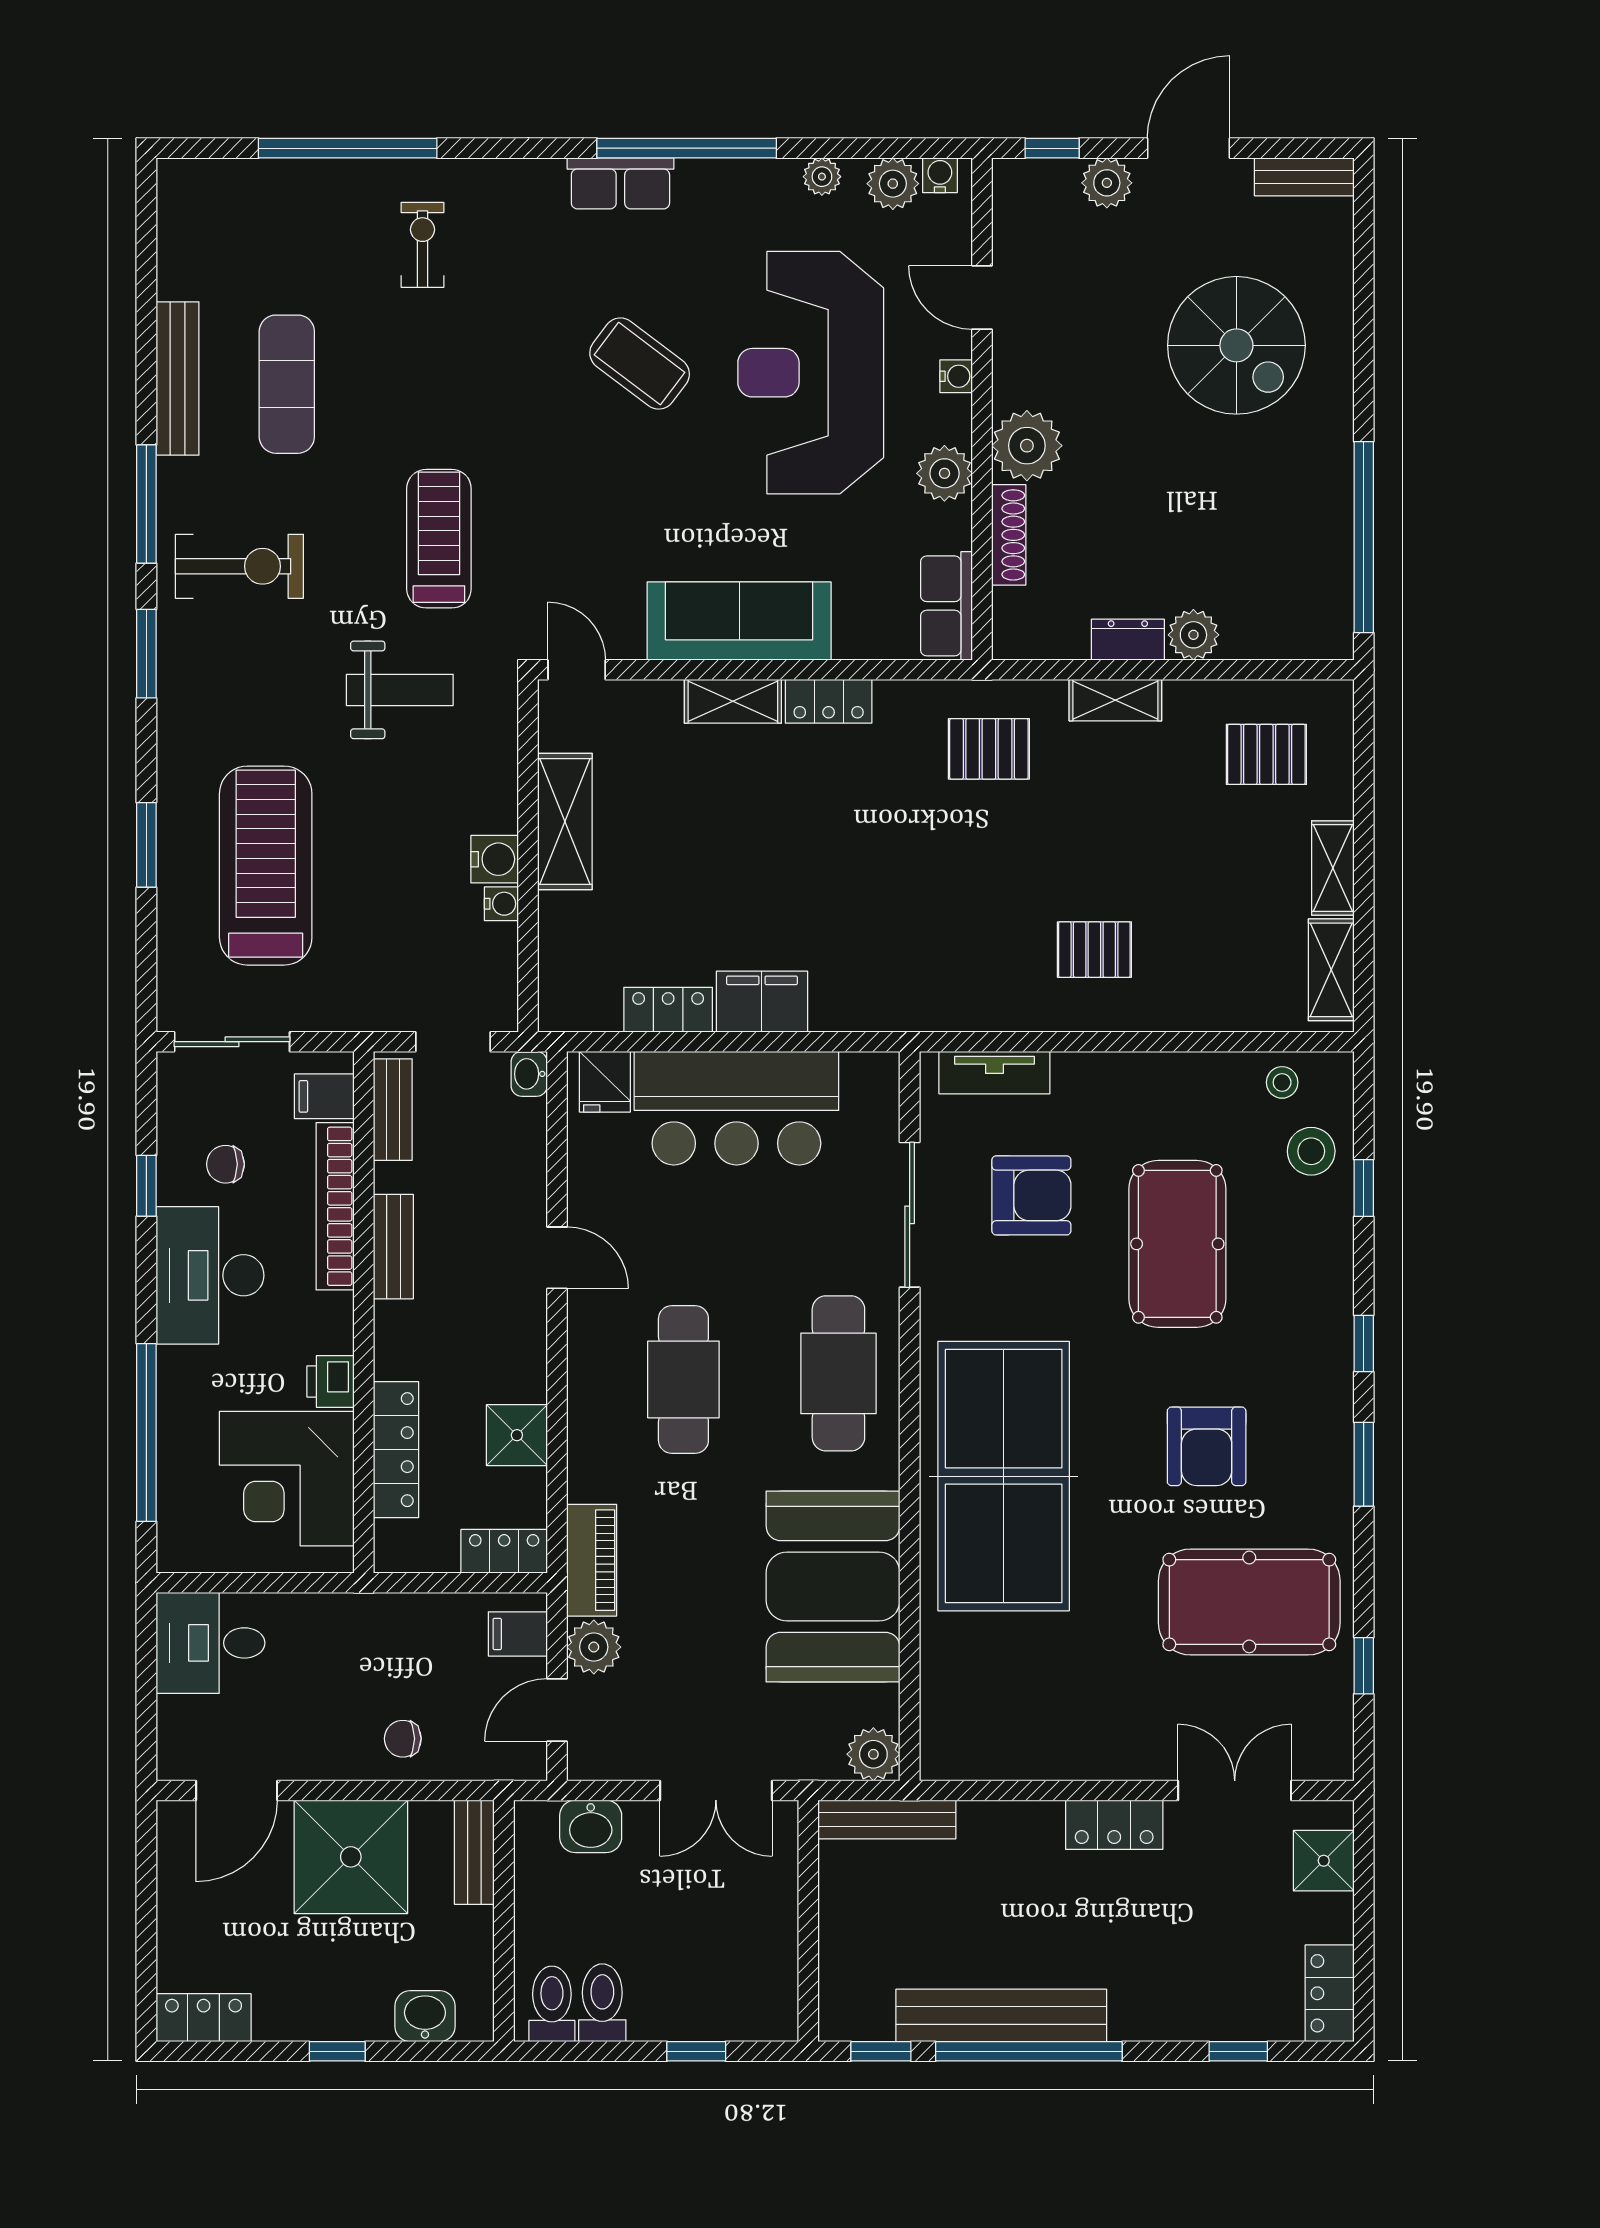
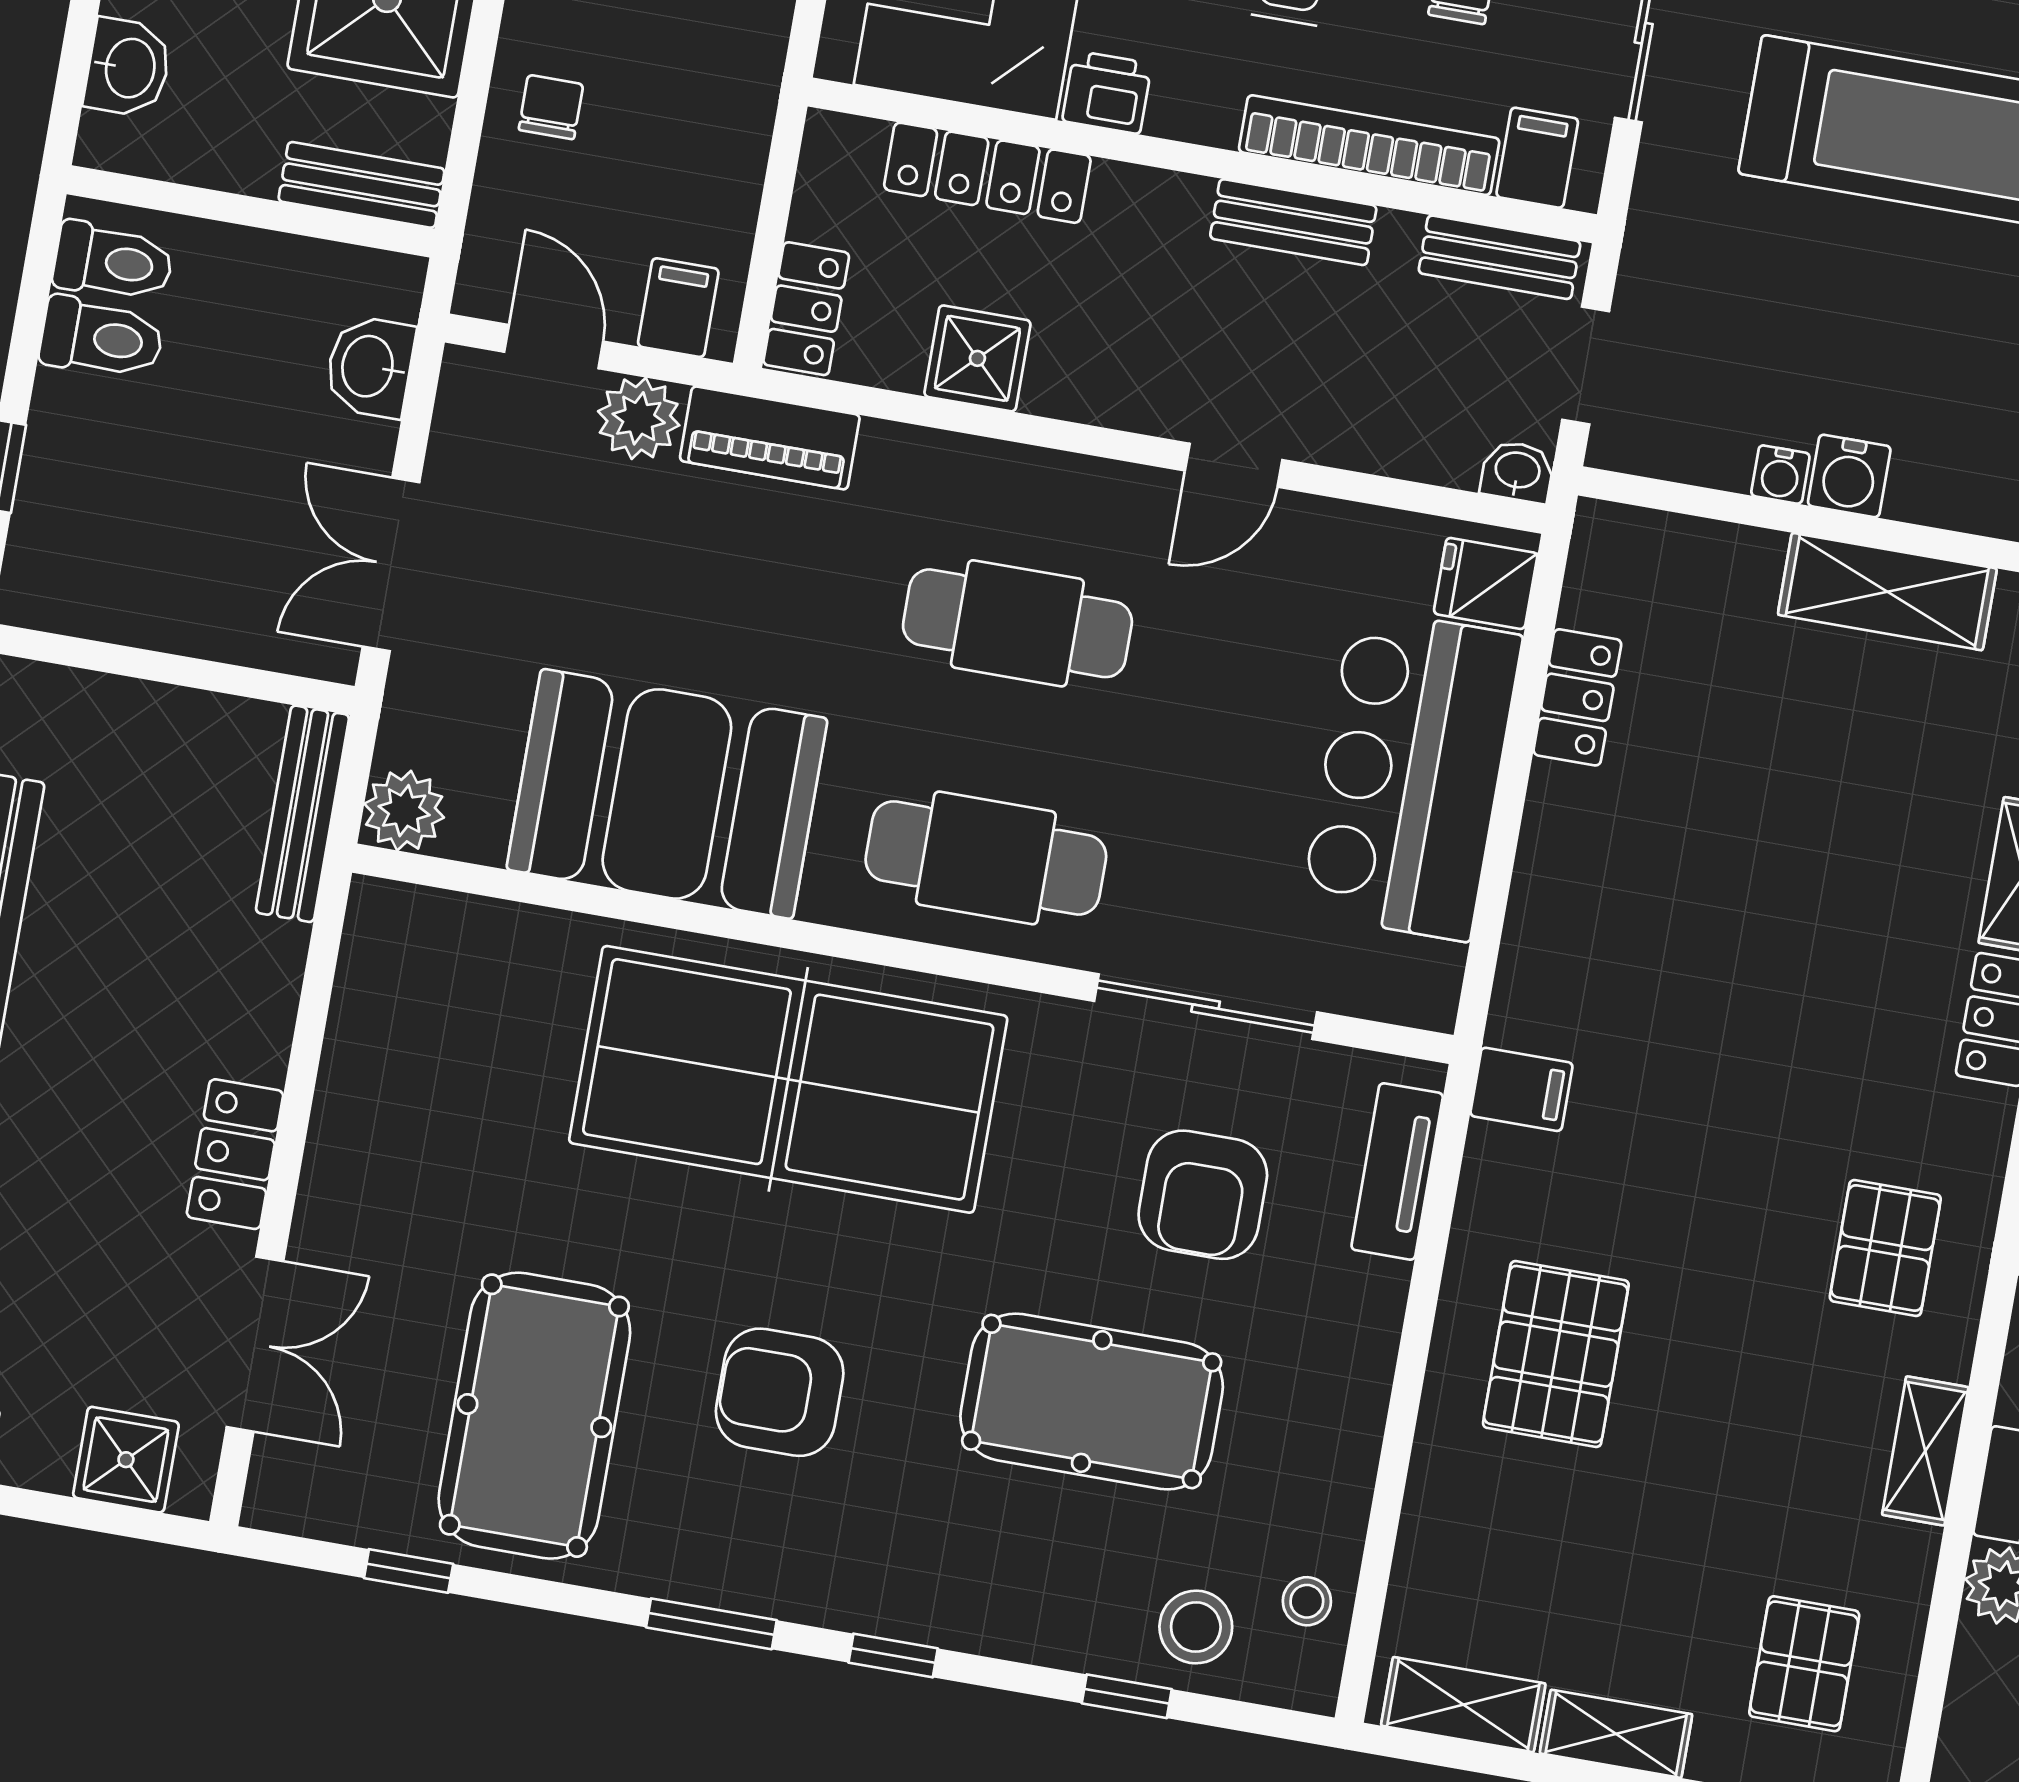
pallet: (1094, 950) -> (1556, 1354), width x1.50, depth x1.42
filing cabinet: (762, 1002) -> (1521, 1089), moved, width x0.50

